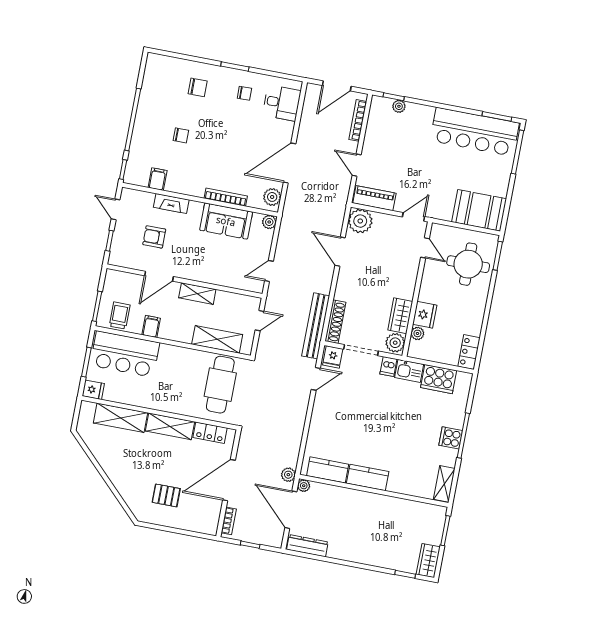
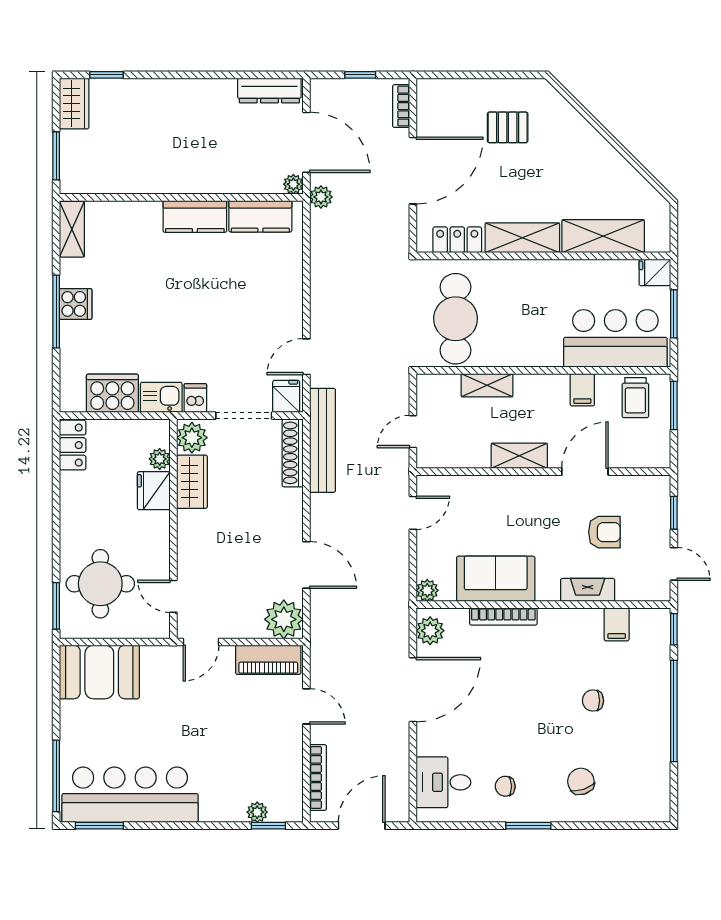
chair: (198, 87) -> (581, 781), turned 72
shelving: (217, 339) -> (487, 385), width x0.67, depth x0.75

